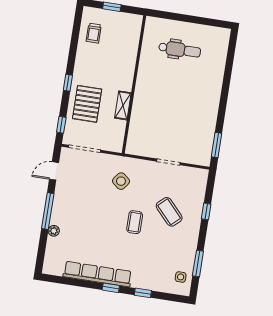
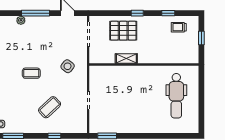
dental chair: (180, 50) -> (176, 96), width x1.36, depth x1.38
window: (61, 125) -> (168, 13), moved
coffee table: (135, 222) -> (31, 73), moved

